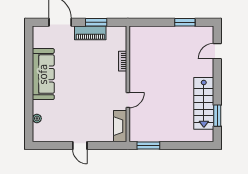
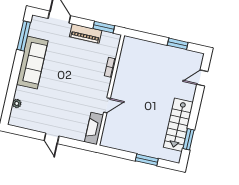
window: (96, 22) -> (104, 27), moved
window: (29, 49) -> (24, 36), added
window: (148, 146) -> (147, 160), moved

